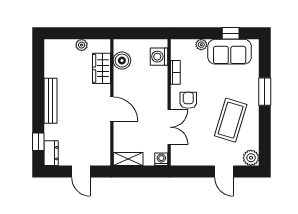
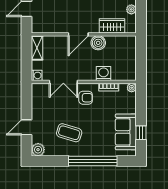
plant: (201, 45) -> (132, 88), moved
washing machine: (159, 57) -> (103, 74), moved
boiler: (122, 61) -> (98, 43), moved
window: (265, 92) -> (93, 161), width x2.11
coffee table: (231, 120) -> (69, 133), width x0.73, depth x0.76

